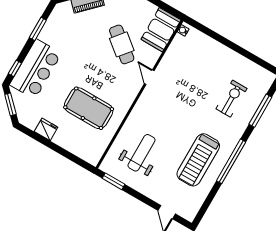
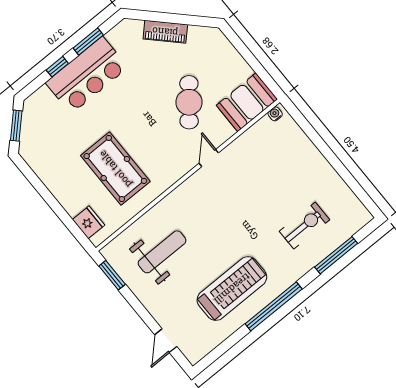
window: (15, 68) -> (57, 67), moved
bar counter: (36, 69) -> (87, 75), moved
fridge: (46, 129) -> (89, 222), moved
treadmill: (198, 160) -> (232, 289), turned 180

